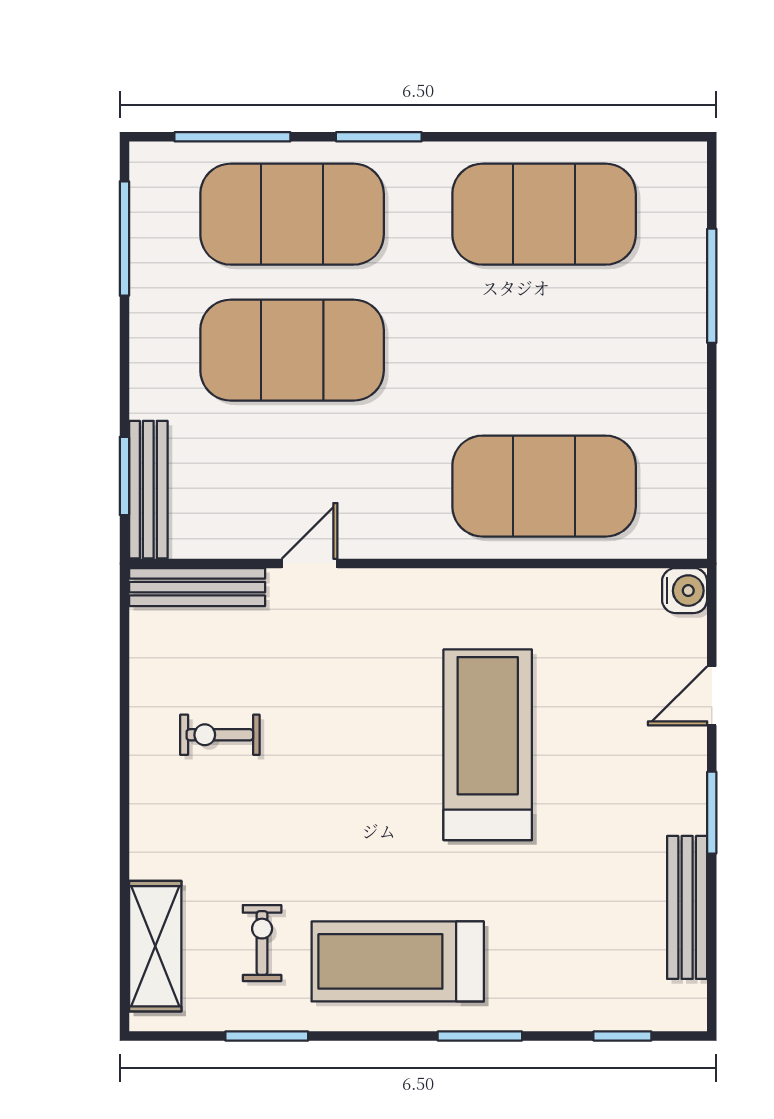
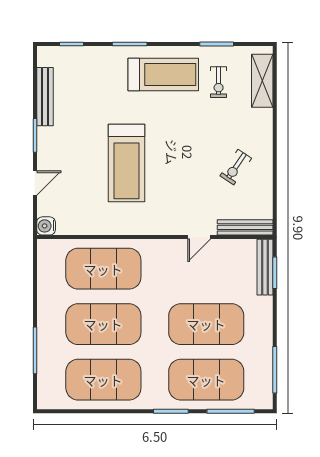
exercise mat: (544, 350) -> (103, 324), added
exercise bike: (220, 735) -> (236, 167), turned 124

